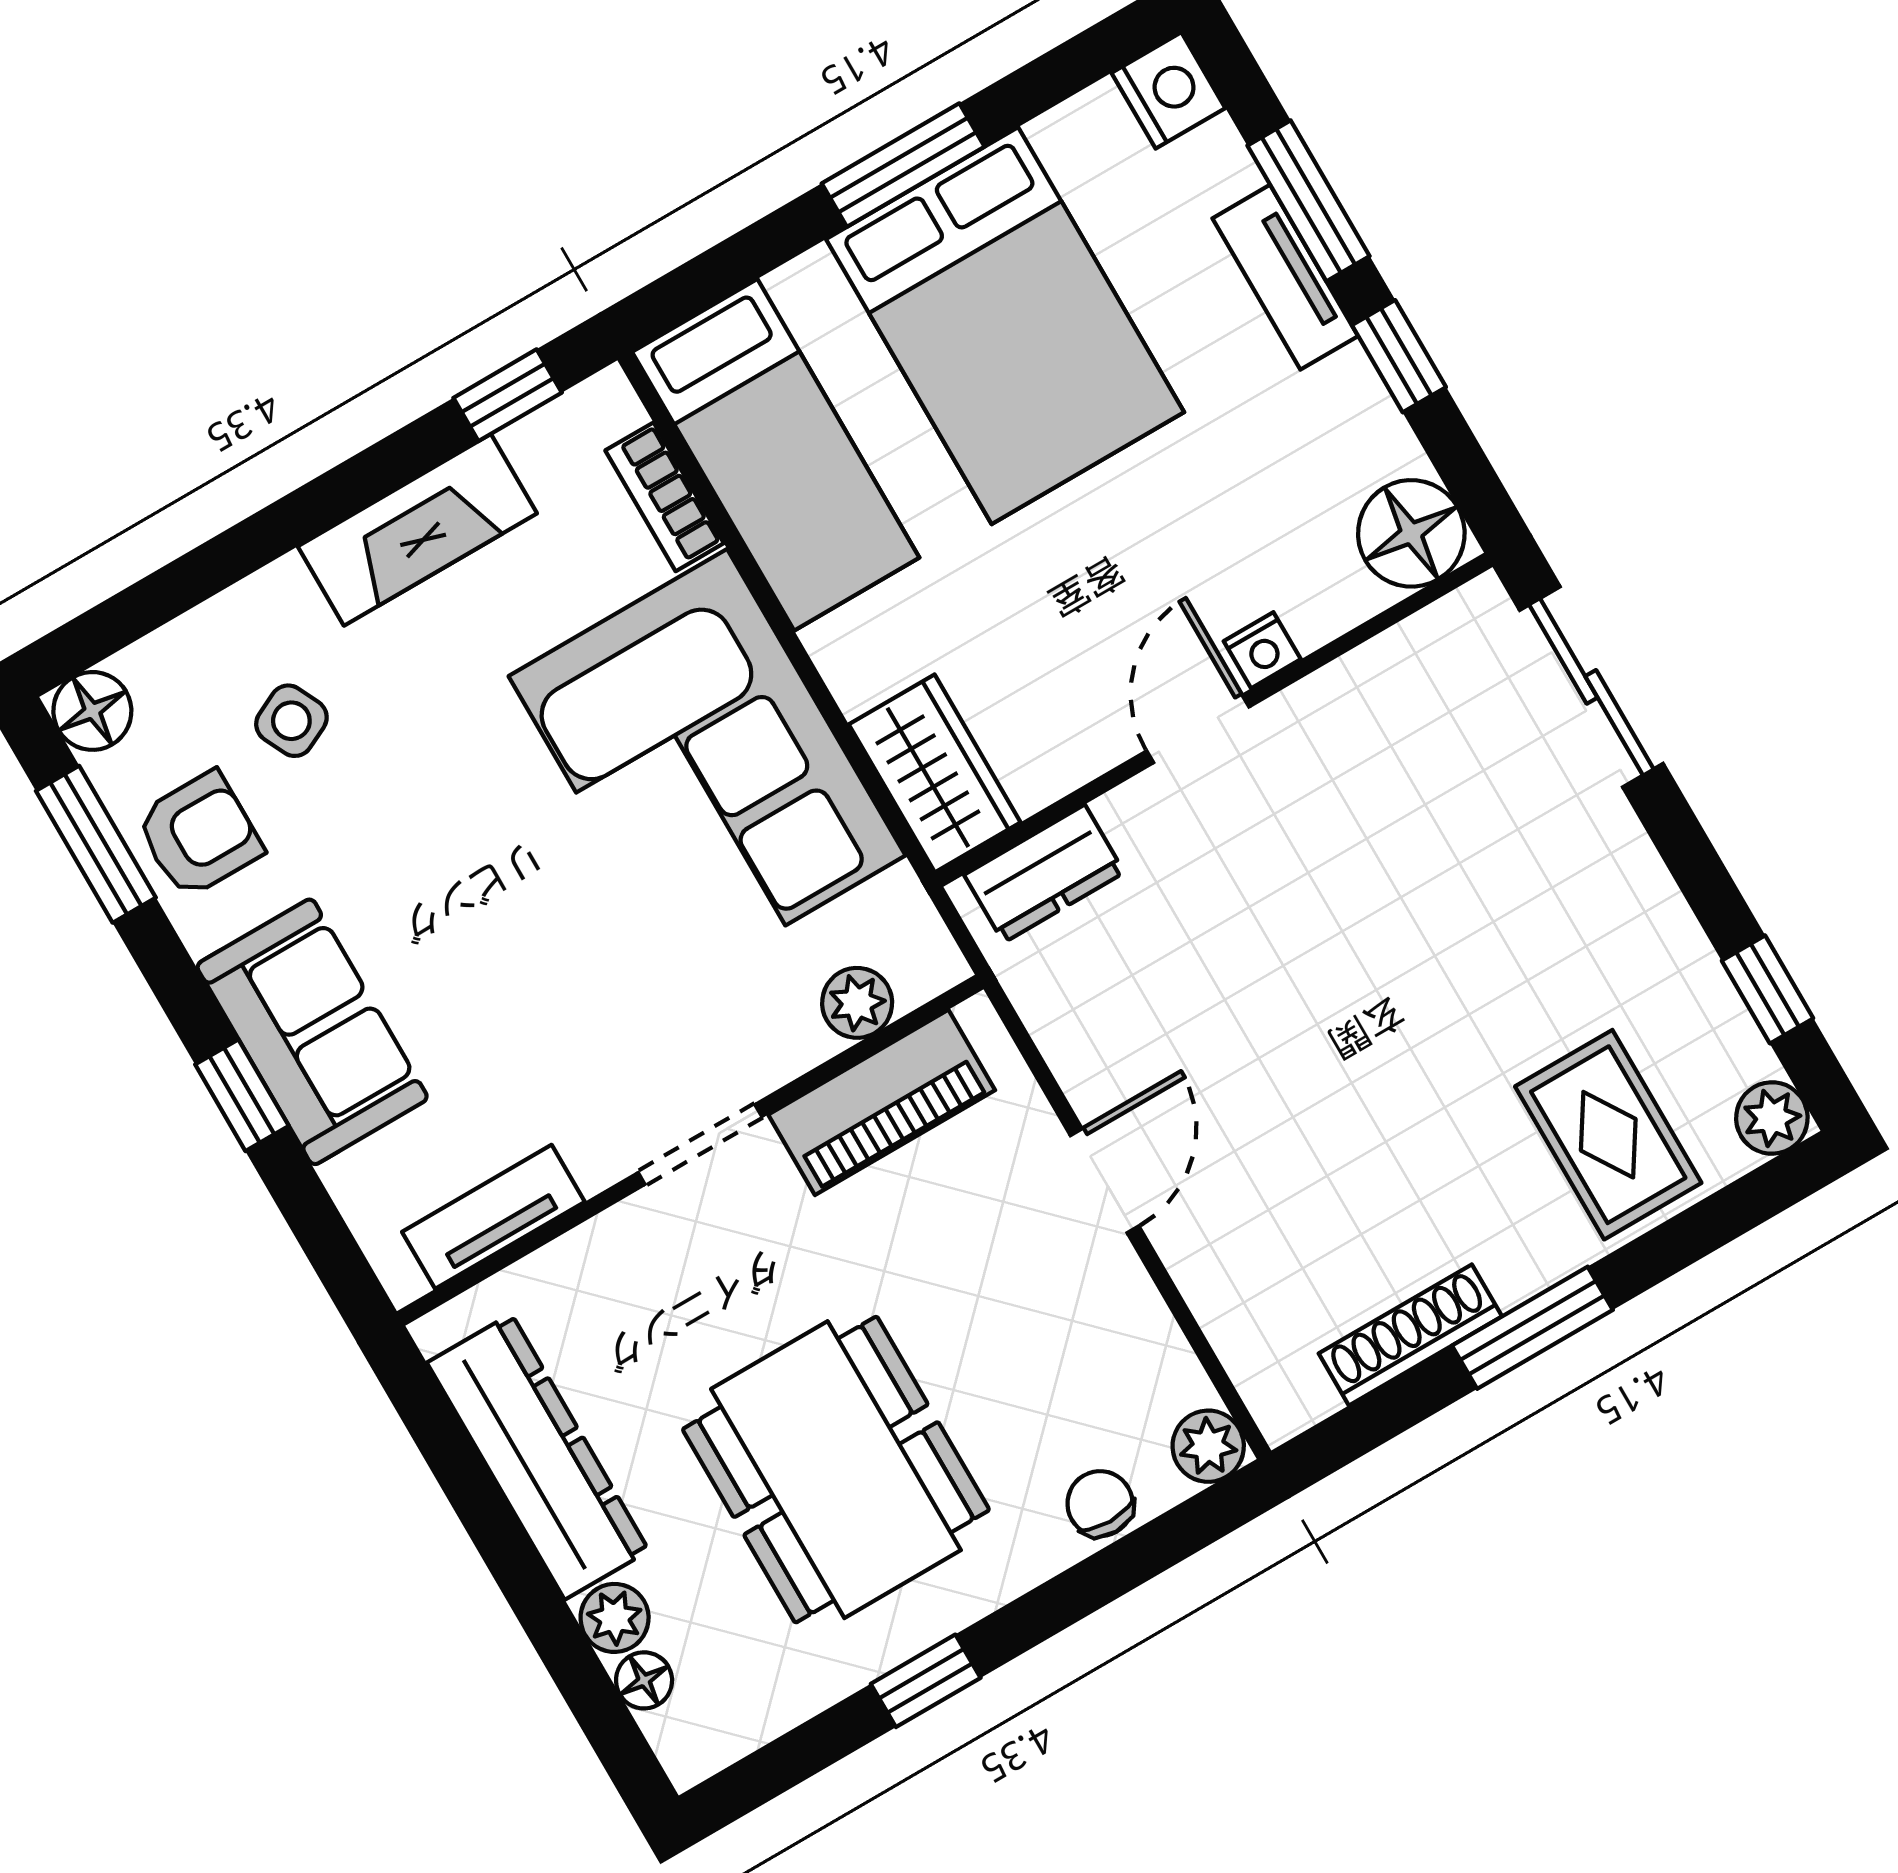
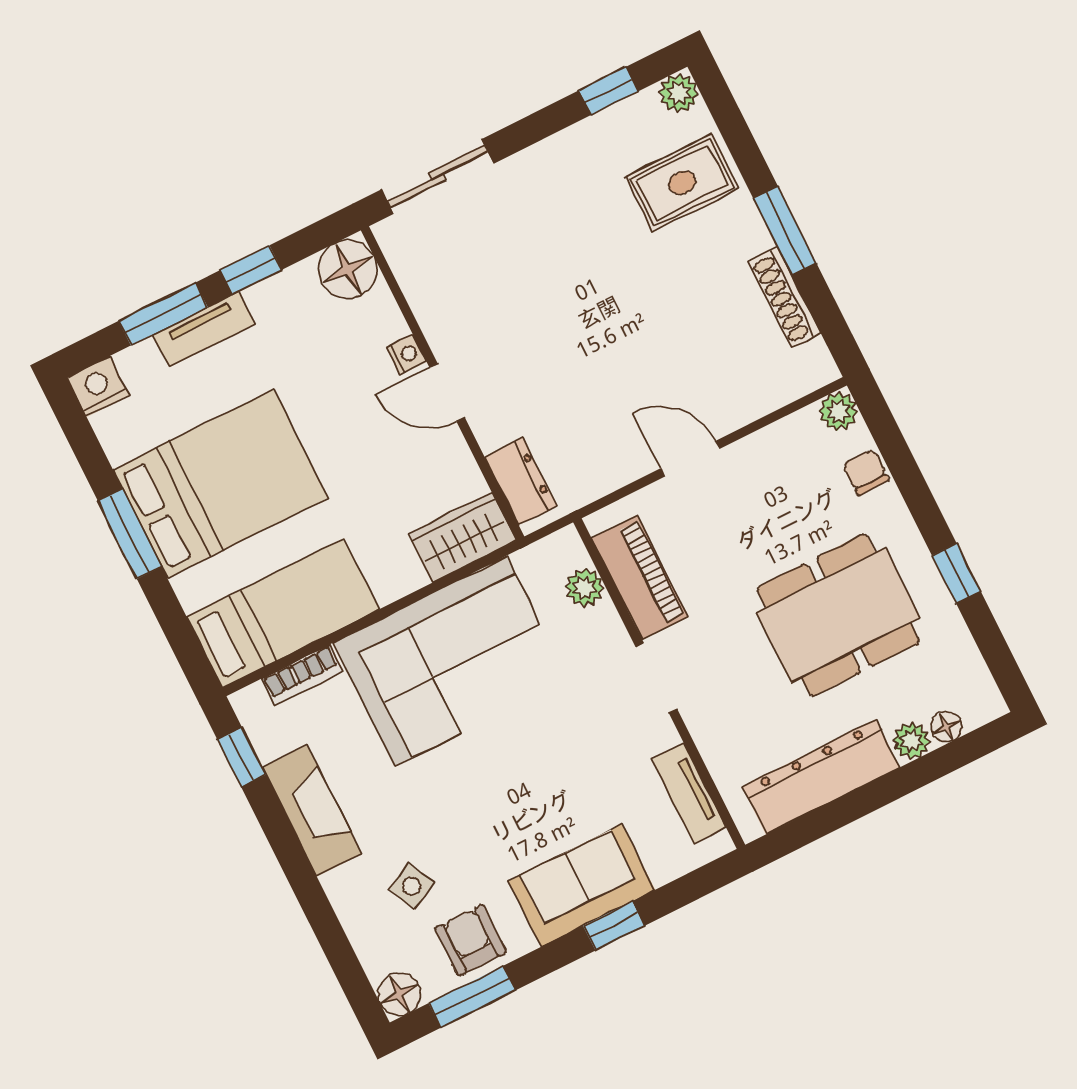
chair: (1100, 1504) -> (866, 472), turned 90

